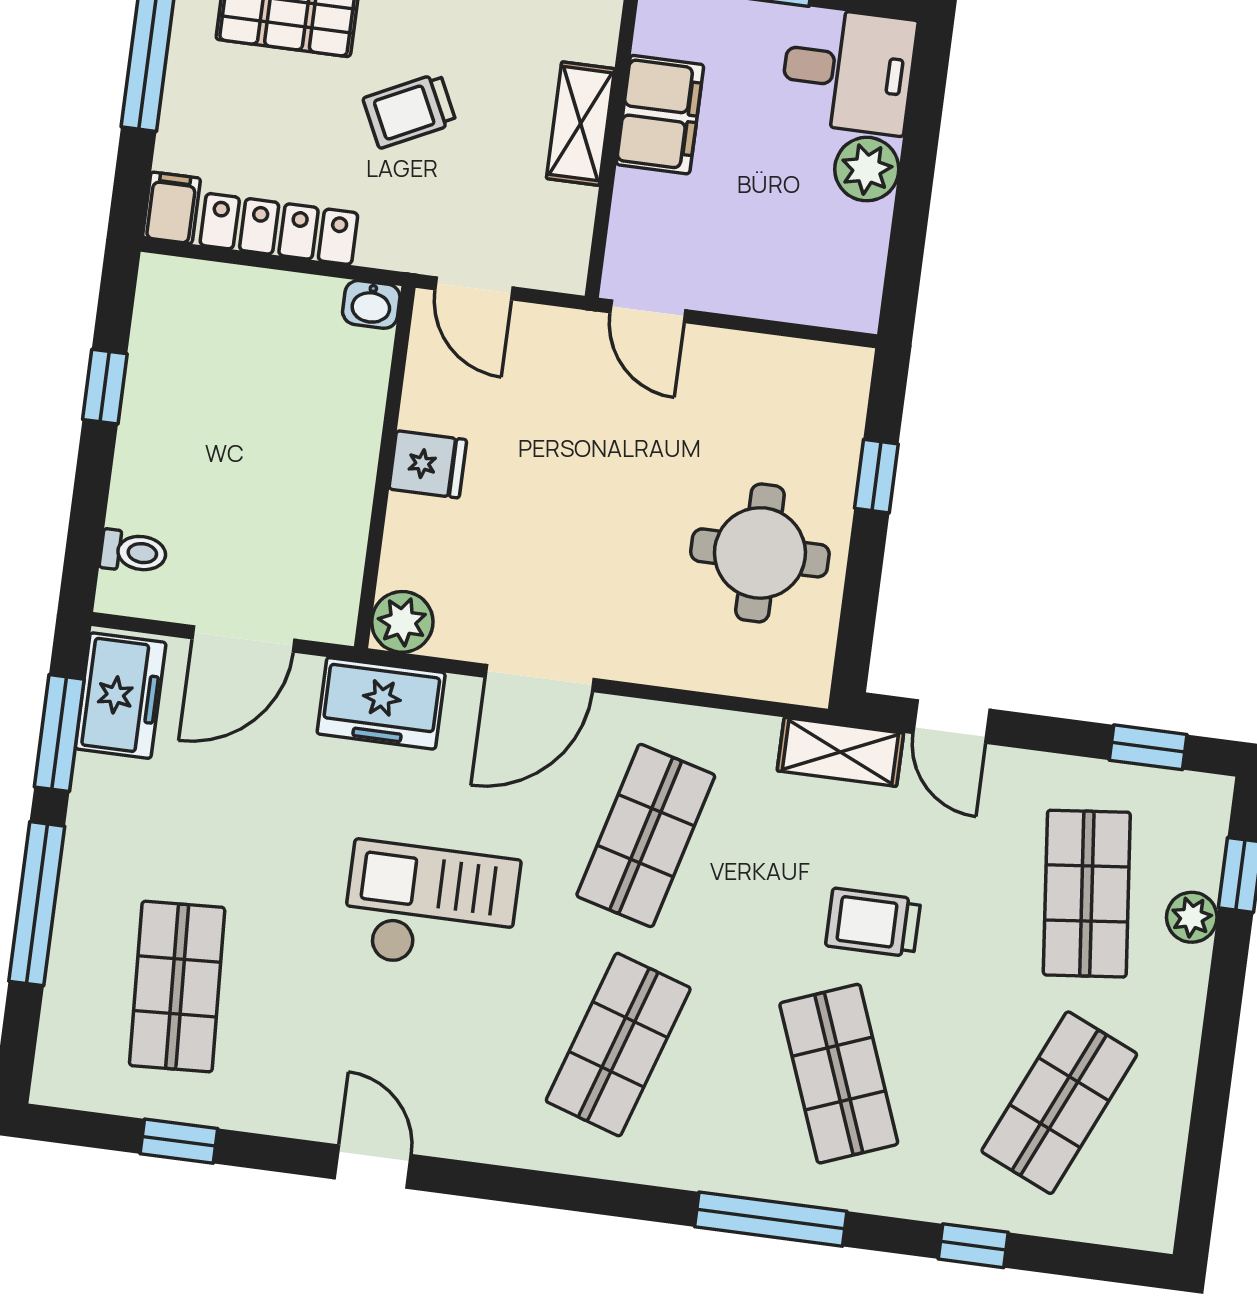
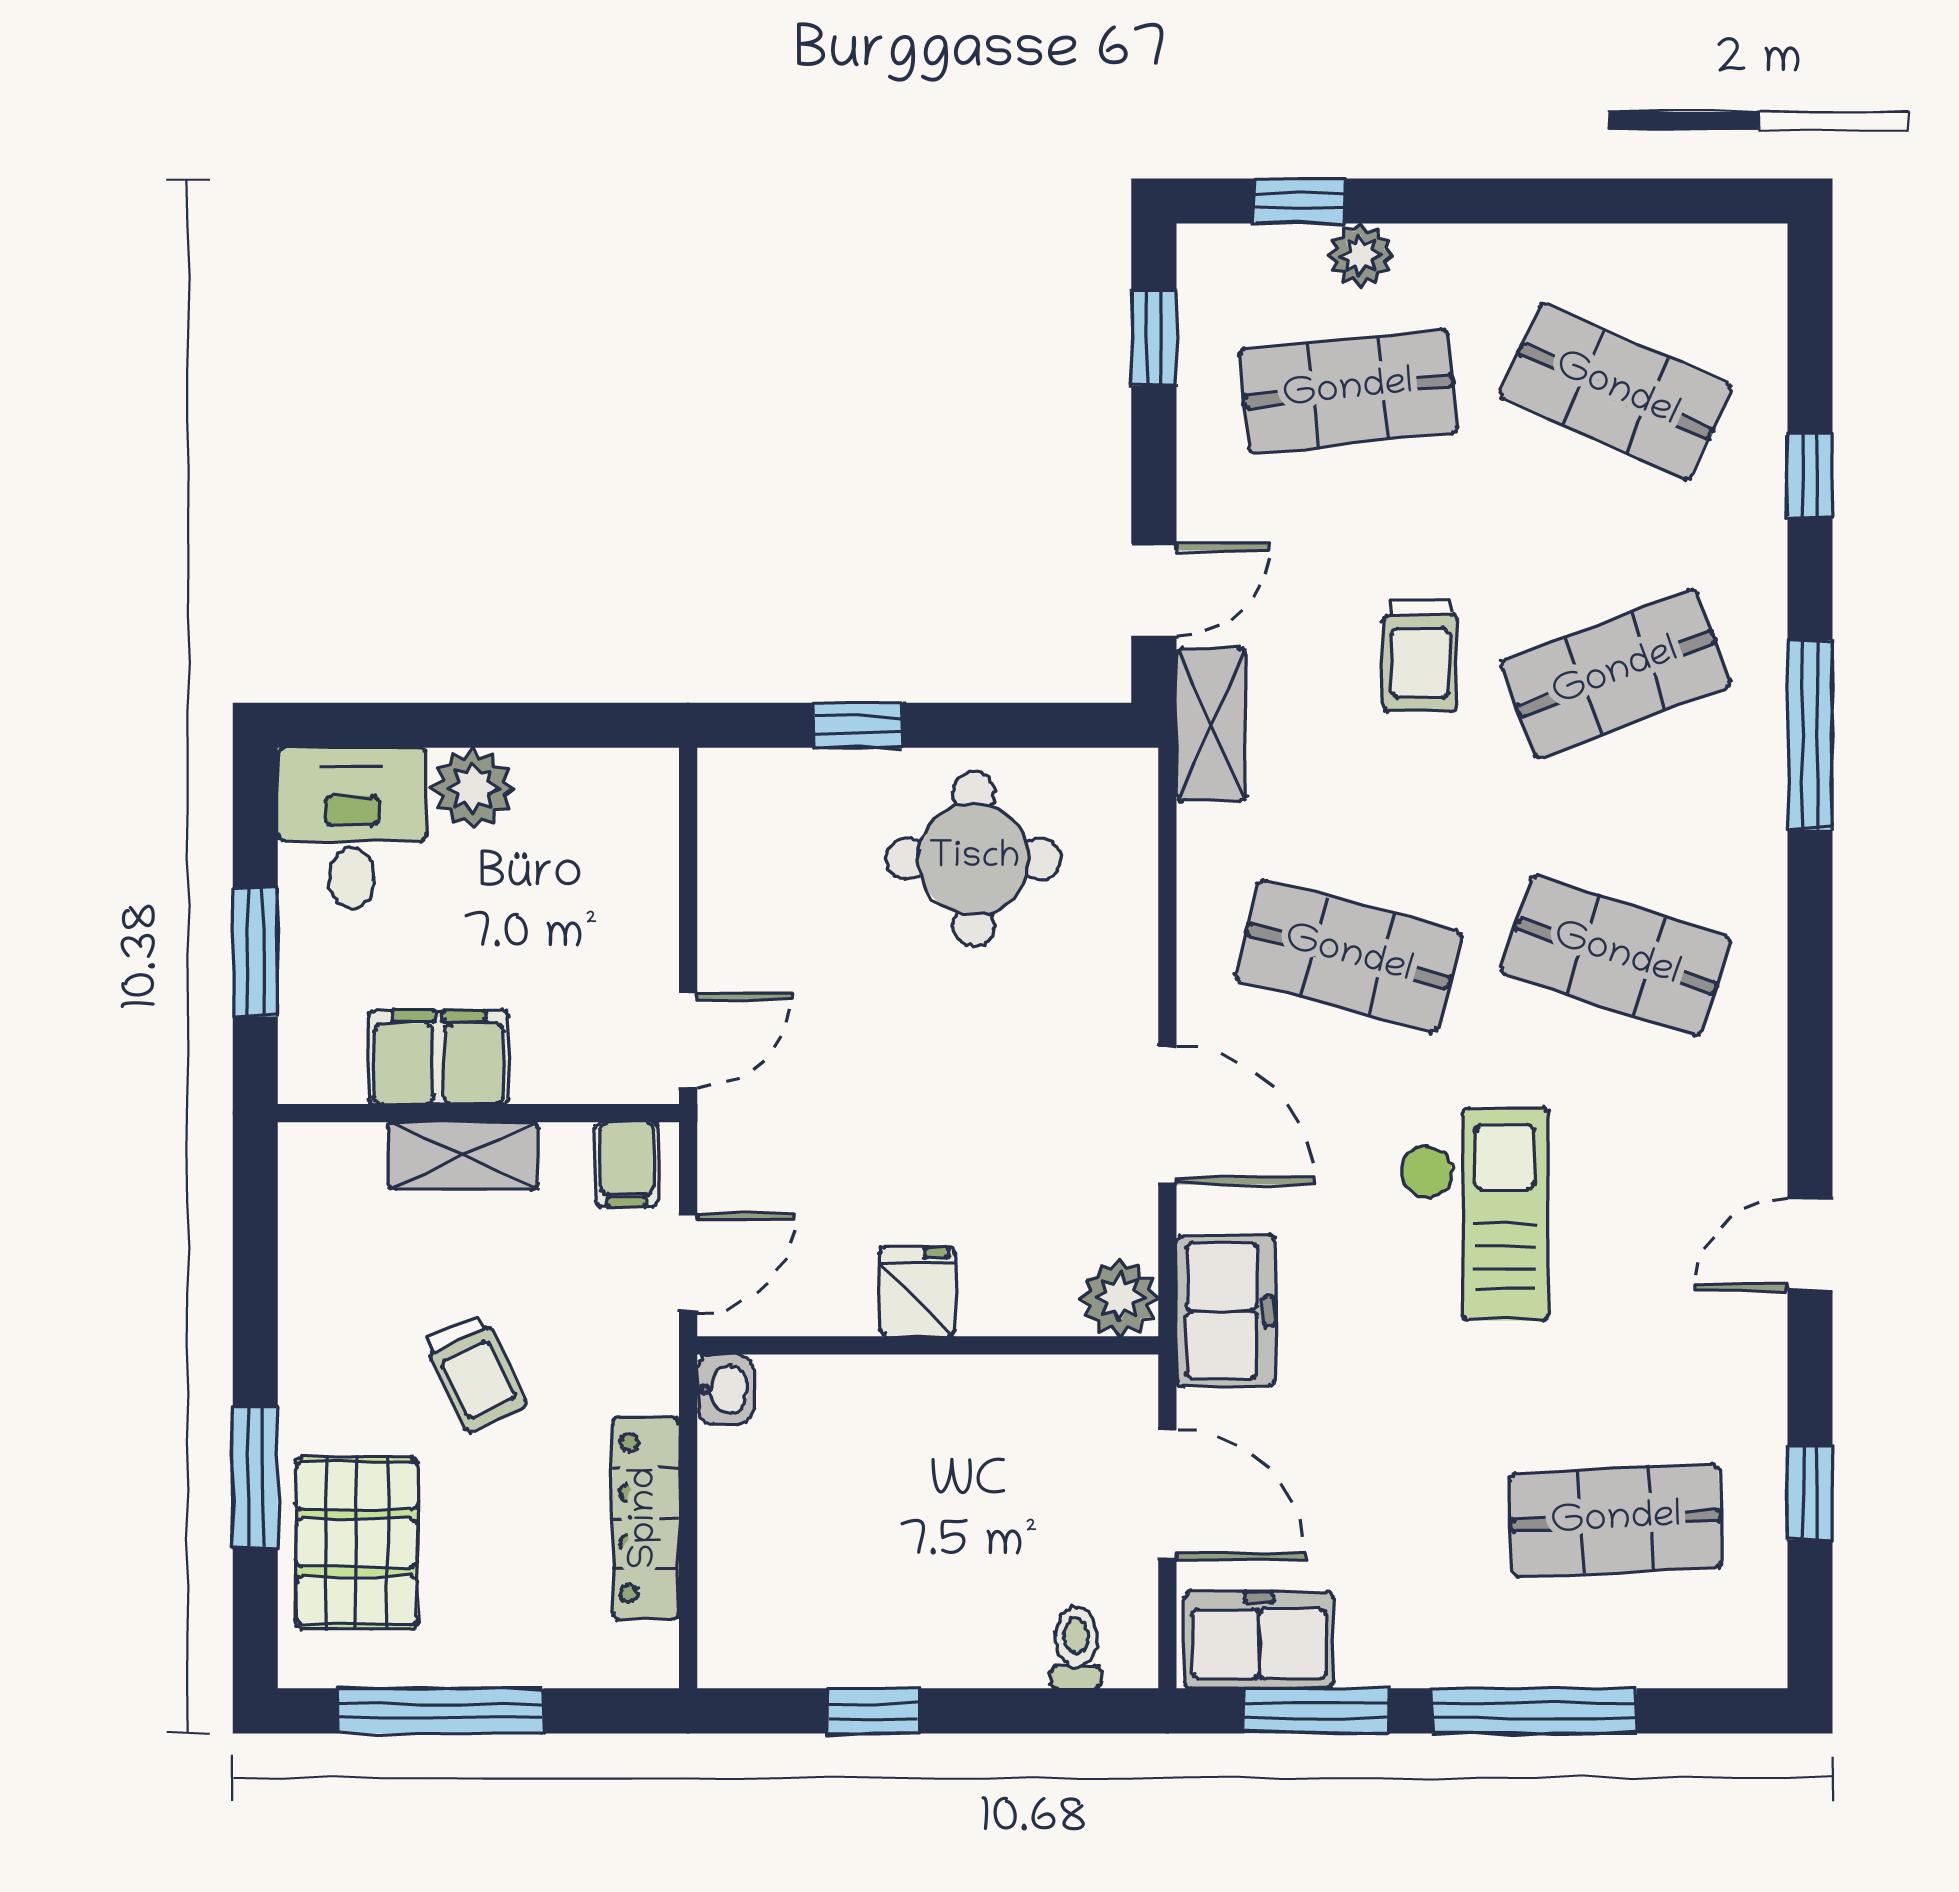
filing cabinet: (171, 208) -> (627, 1164), moved, turned -90
checkout: (431, 907) -> (1474, 1215), turned 180

